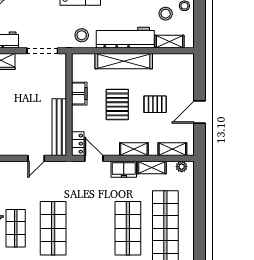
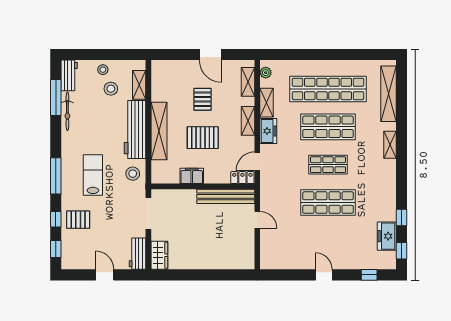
shop shelf: (16, 228) -> (328, 165), moved

